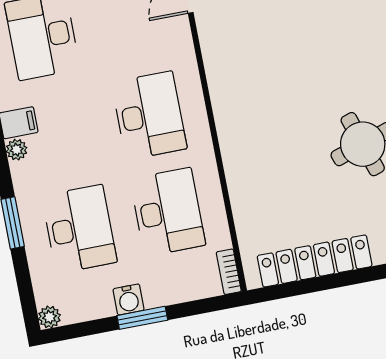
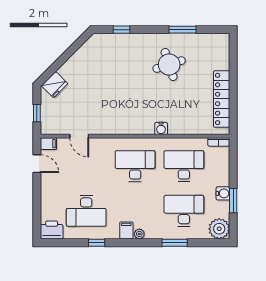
water cooler: (233, 152) -> (161, 128), added
plant: (49, 317) -> (219, 229), width x1.88, depth x1.88
window: (142, 318) -> (233, 201), moved

